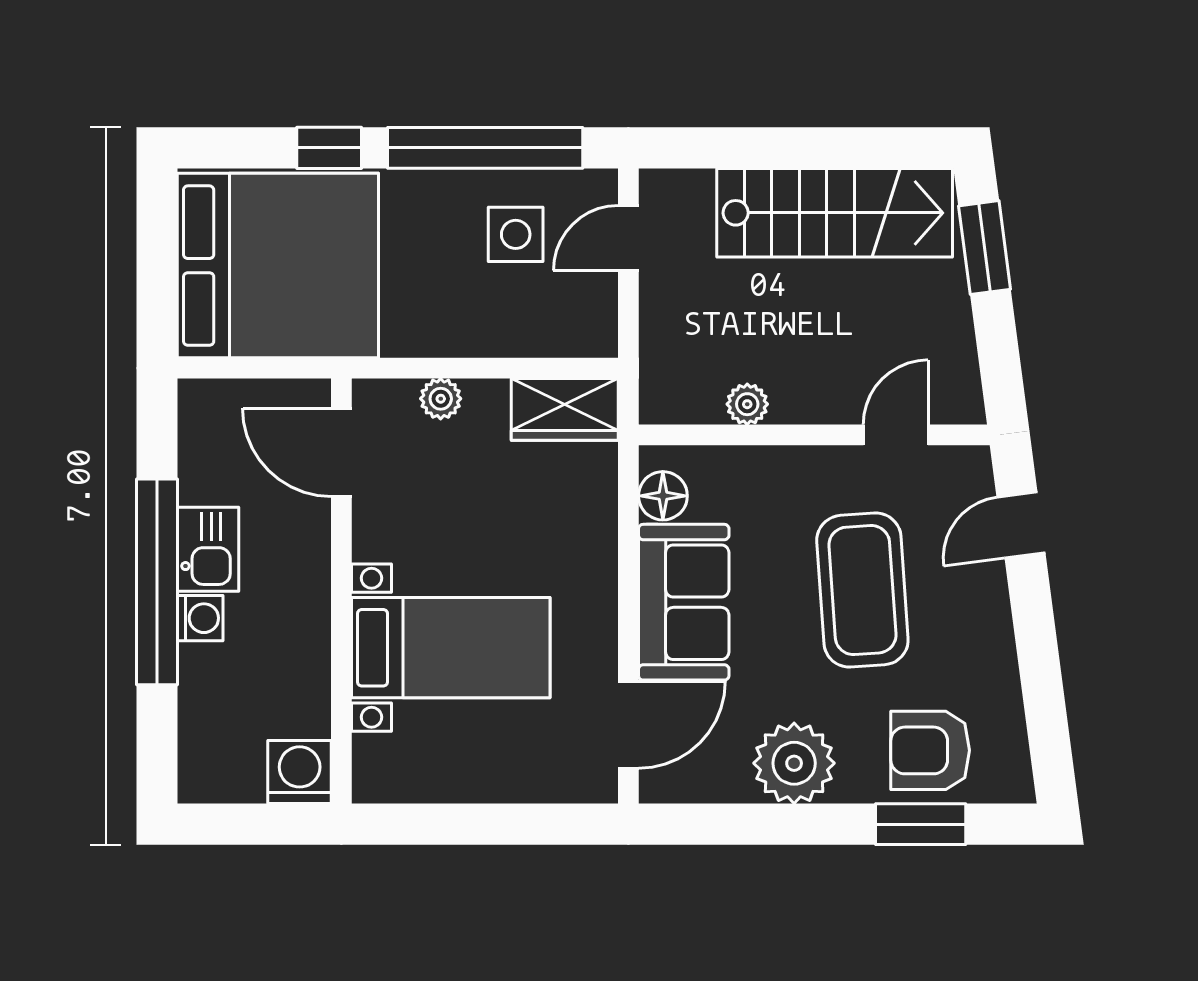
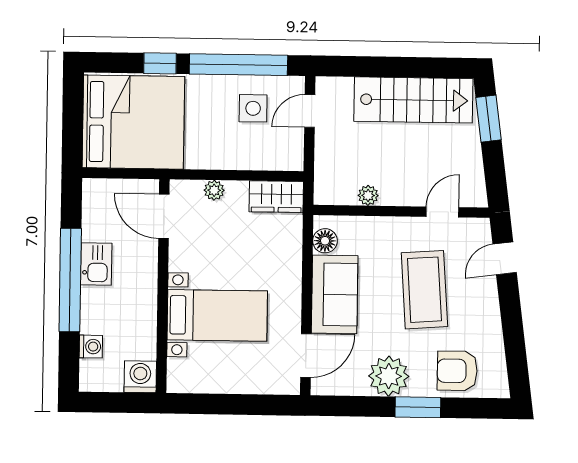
washing machine: (200, 618) -> (91, 347), moved
window: (921, 824) -> (418, 407), moved

